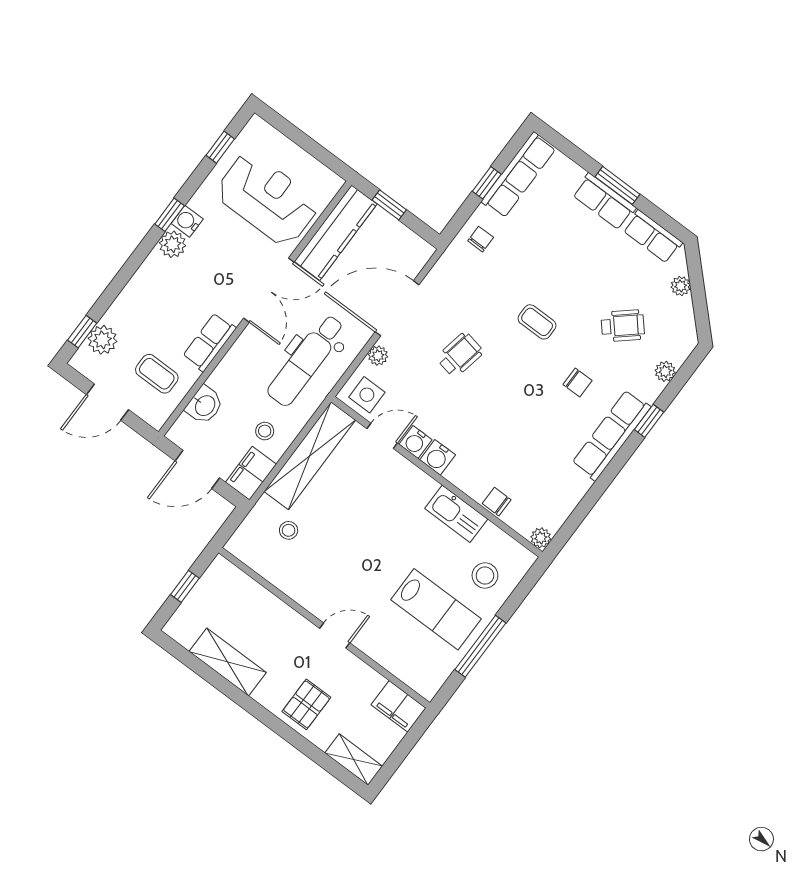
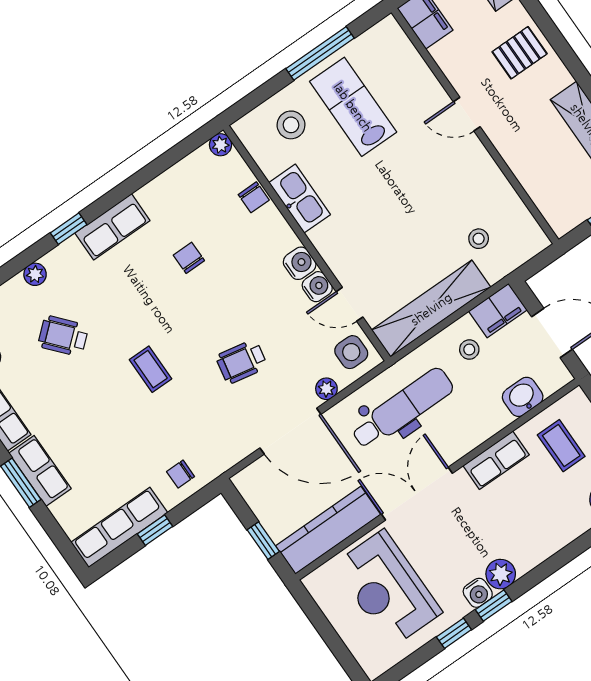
window: (220, 147) -> (454, 633), moved
chair: (578, 383) -> (189, 258), moved
row of seats: (611, 435) -> (112, 227), width x0.68

